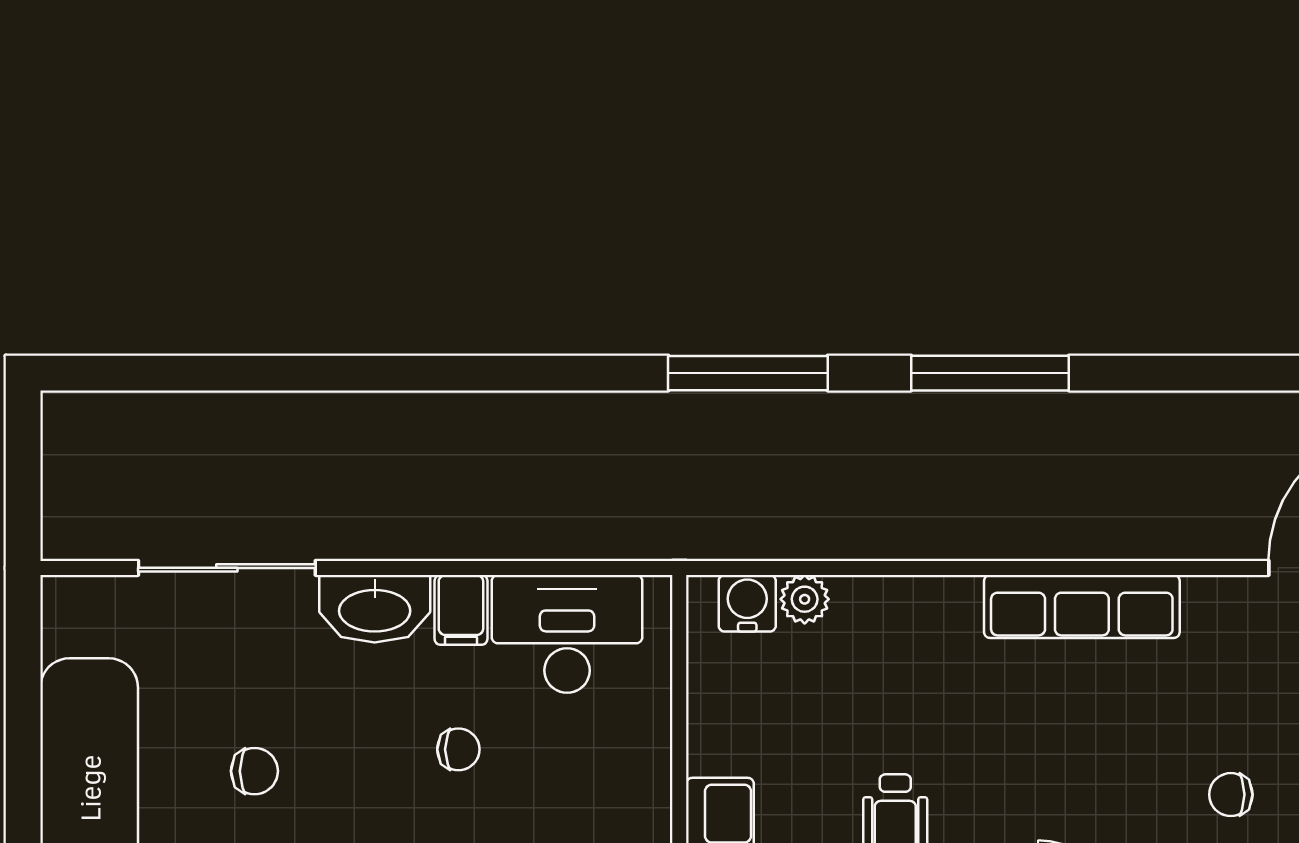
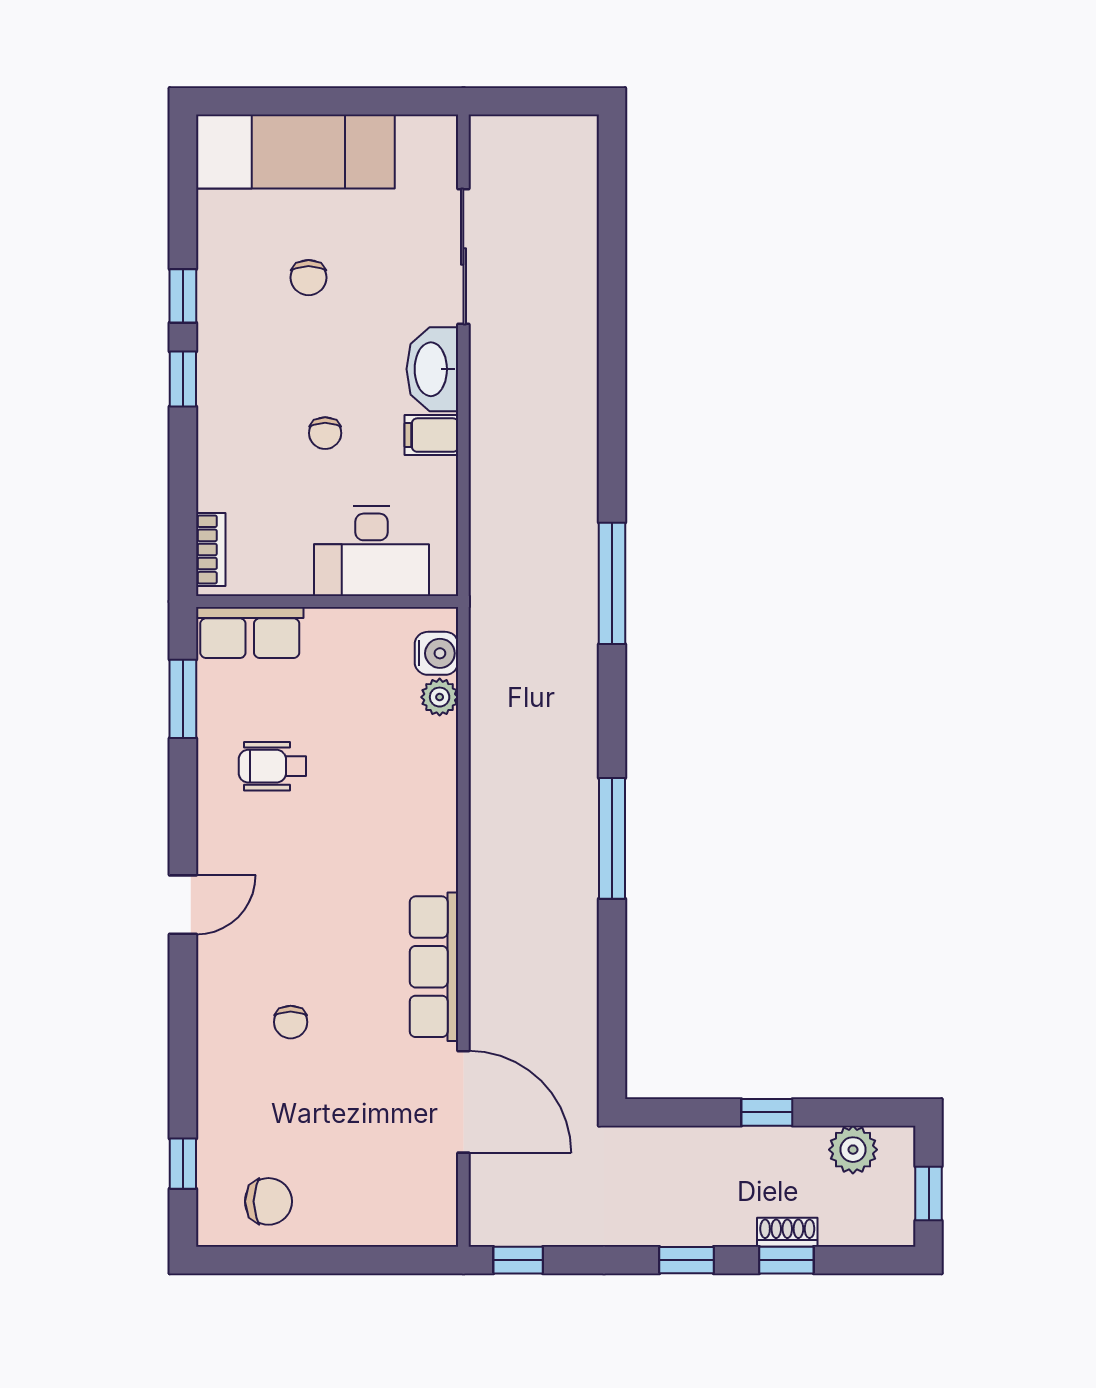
window: (748, 373) -> (612, 583), moved
row of seats: (1082, 606) -> (434, 967), moved
desk: (567, 634) -> (372, 551), moved, turned 90
chair: (1231, 795) -> (291, 1022), turned 180

